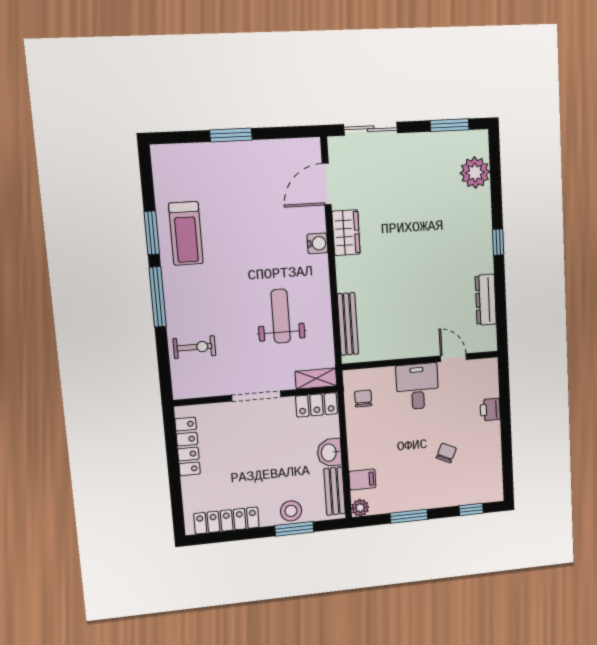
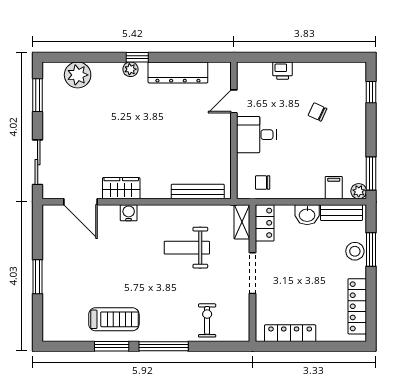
plant: (484, 235) -> (130, 69), added
dresser: (486, 300) -> (178, 72), width x1.37, depth x1.24
window: (409, 516) -> (371, 173), moved

